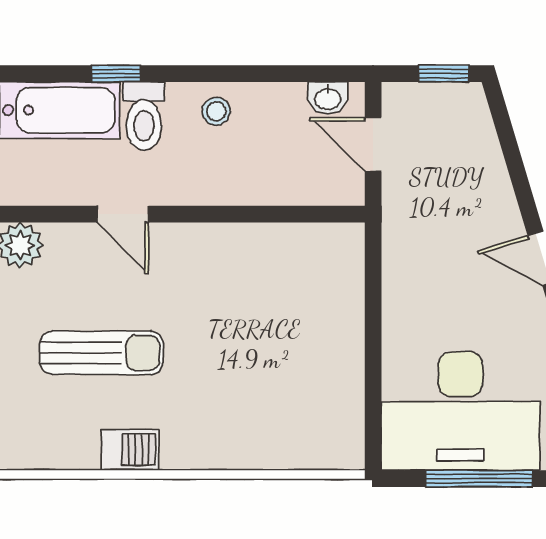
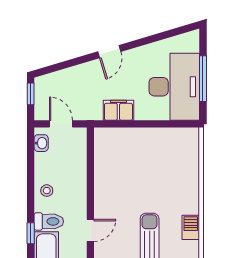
door: (373, 145) -> (61, 124), swing flipped
filing cabinet: (405, 280) -> (118, 110), added

